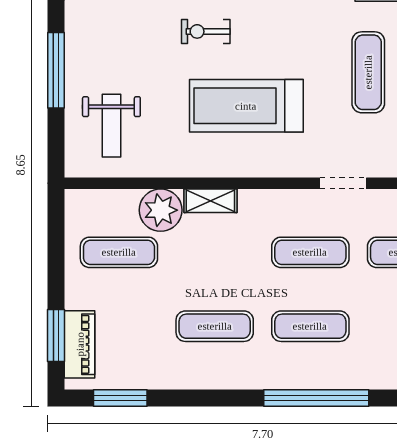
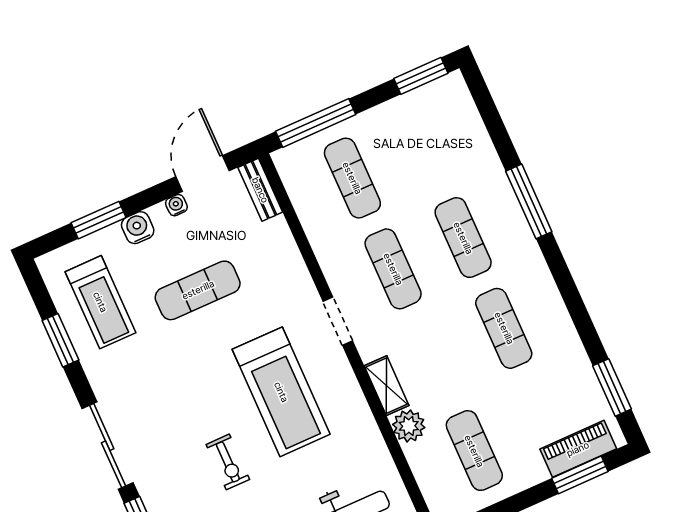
doorway: (343, 183) -> (338, 321), moved
plant: (161, 210) -> (409, 426), width x0.73, depth x0.73
window: (316, 398) -> (529, 201), width x0.68

